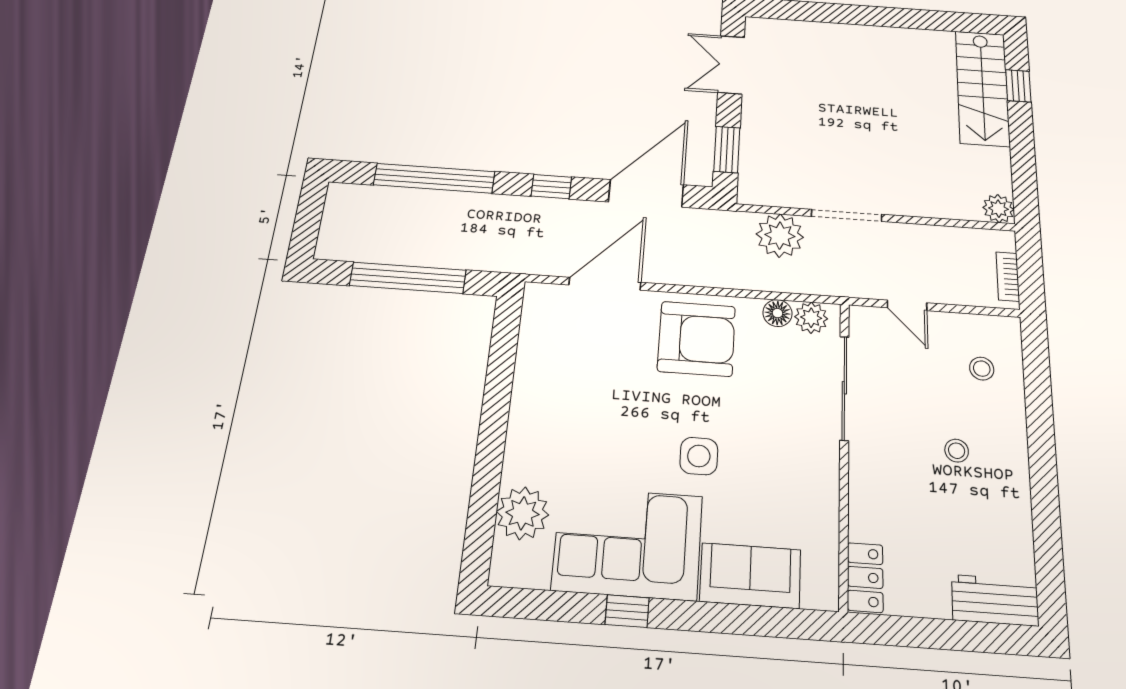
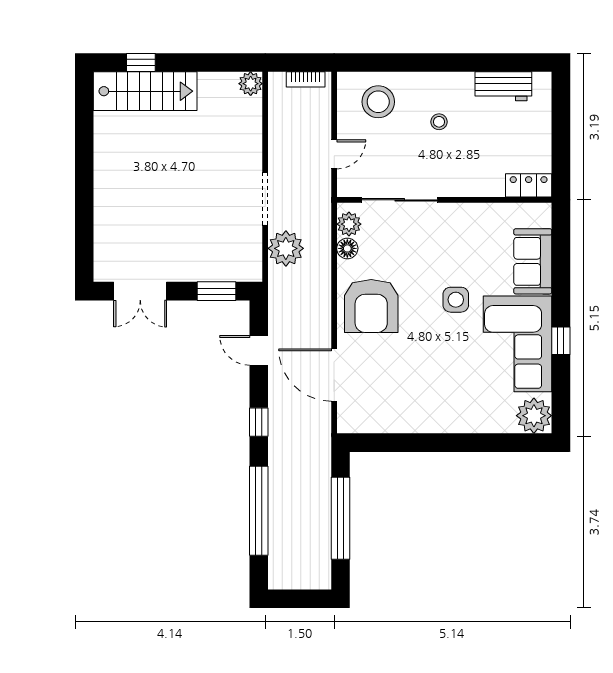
door: (646, 193) -> (259, 350), width x0.53
armchair: (697, 339) -> (371, 306), turned 180
stool: (982, 369) -> (378, 102), width x1.89, depth x1.89
plant: (522, 513) -> (534, 416), moved
workbench: (995, 600) -> (503, 86), moved, turned -90

